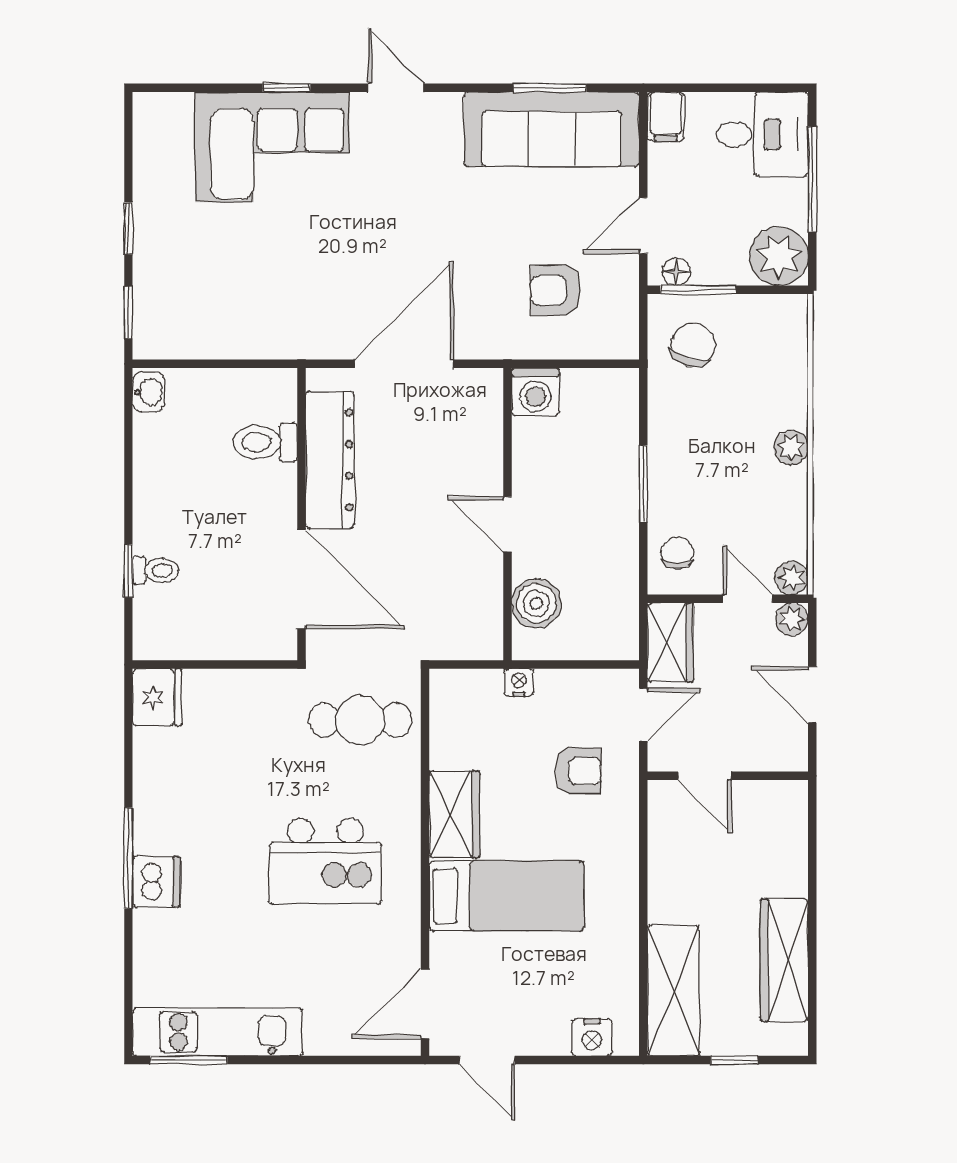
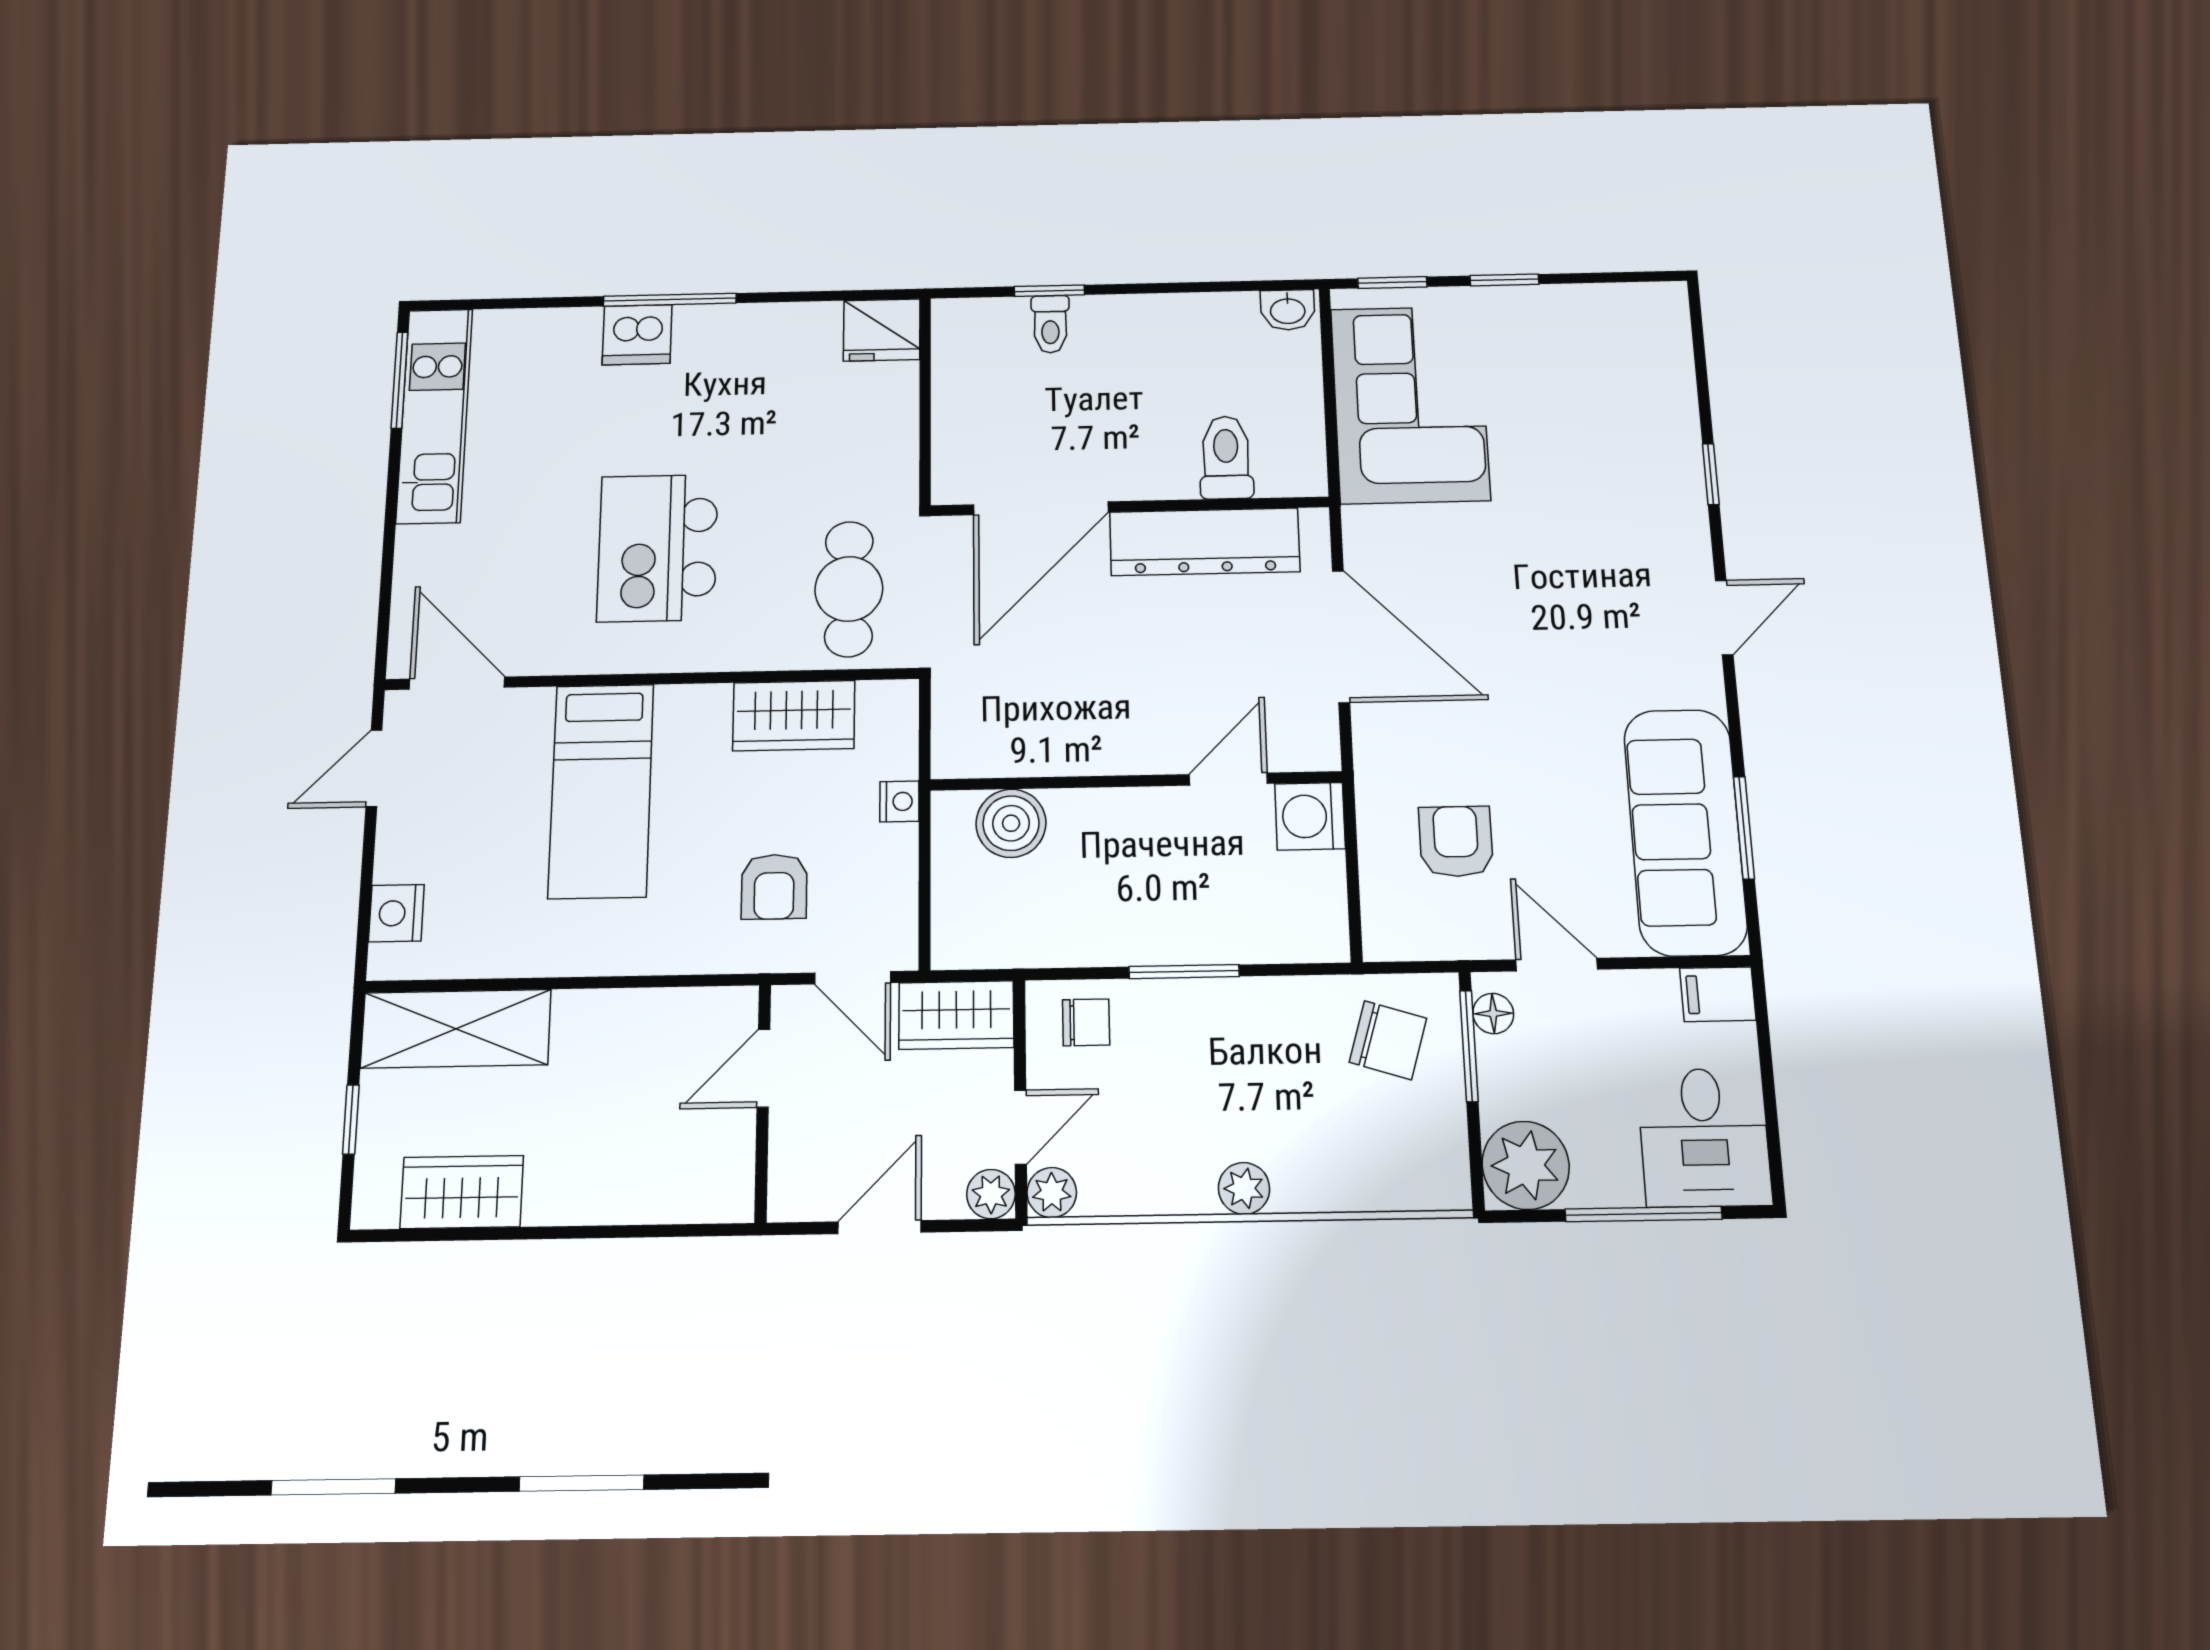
corner sofa: (272, 147) -> (1410, 404), moved, turned 180
door: (507, 524) -> (1228, 779), moved
wardrobe: (454, 814) -> (794, 716), moved
wardrobe: (784, 960) -> (462, 1192), width x0.67

